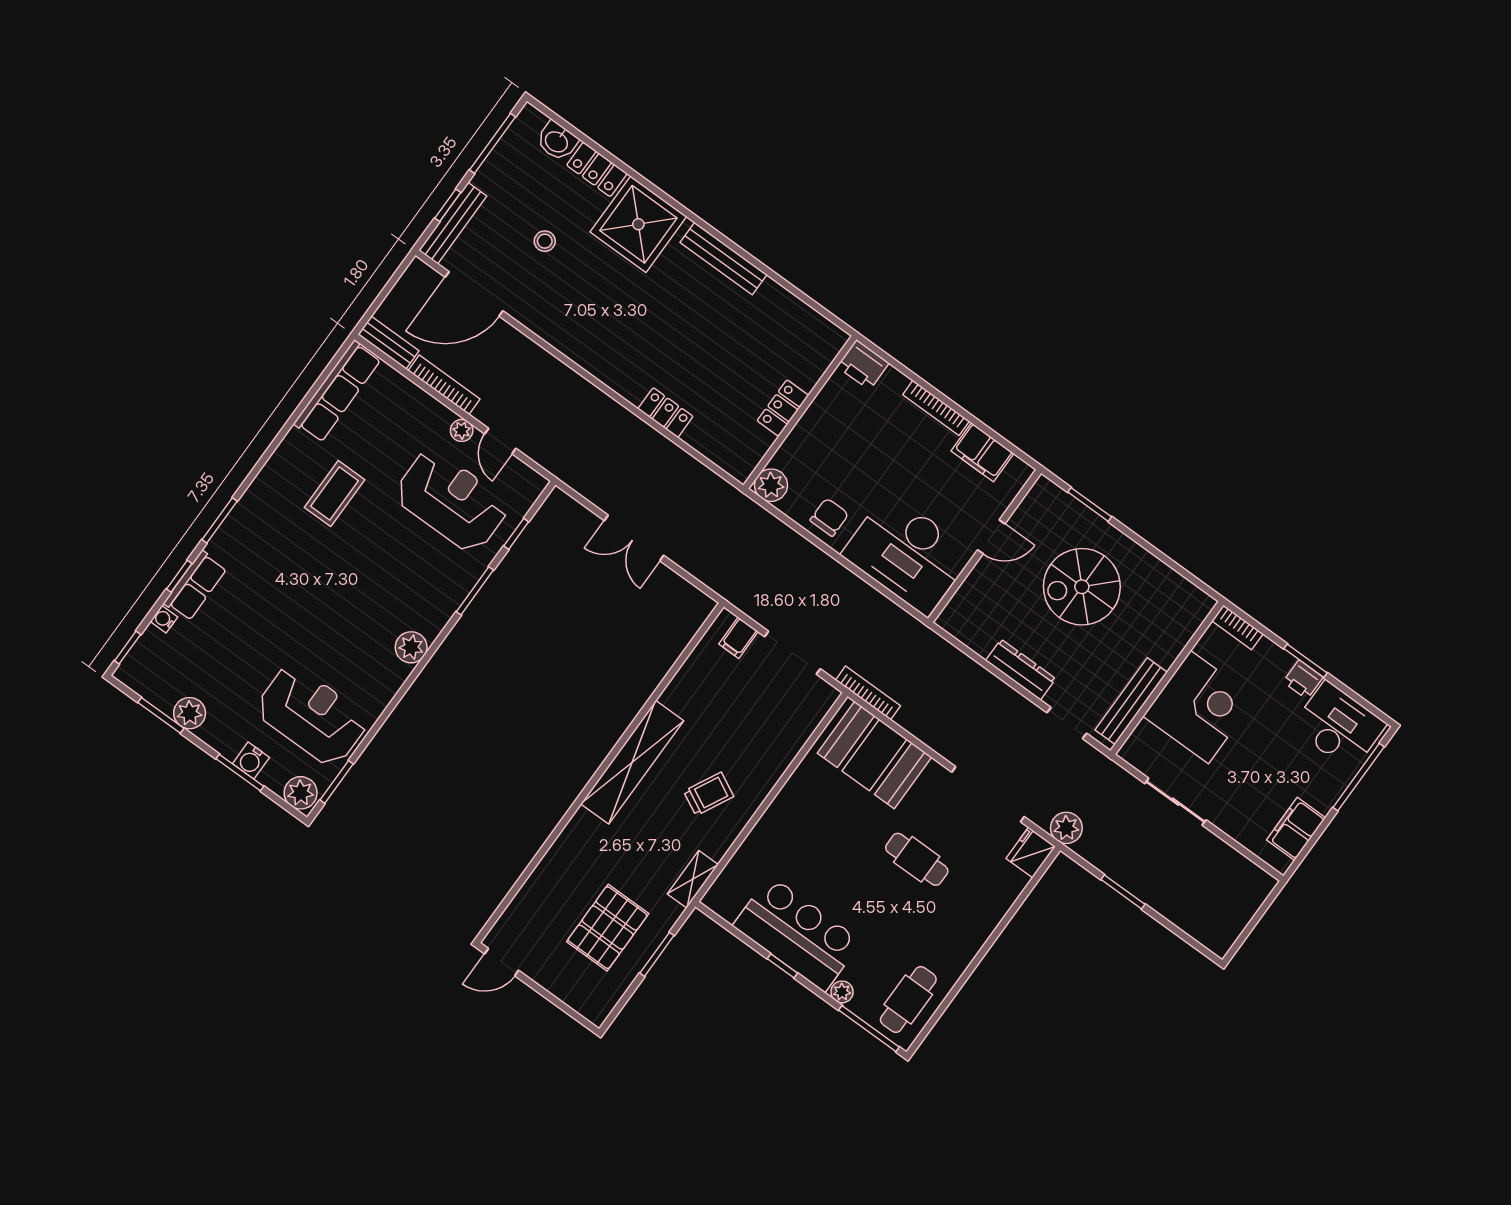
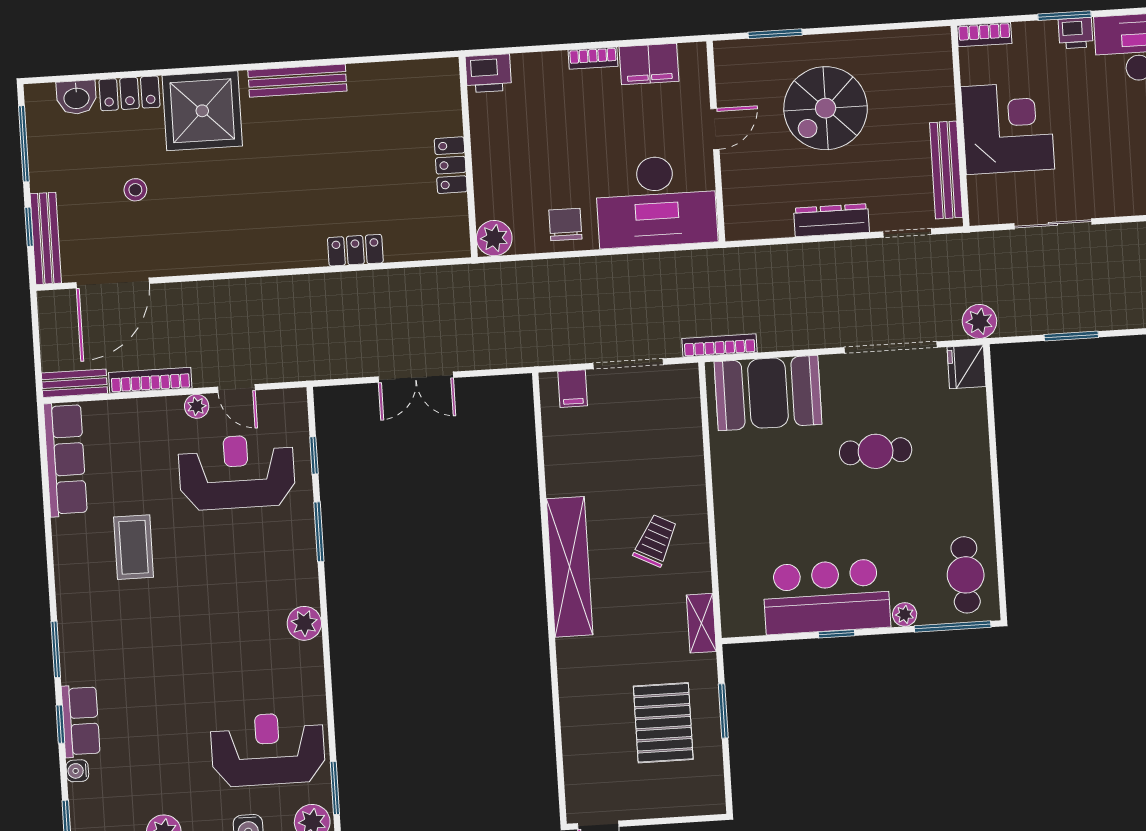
bookcase: (936, 408) -> (593, 58), width x0.64

